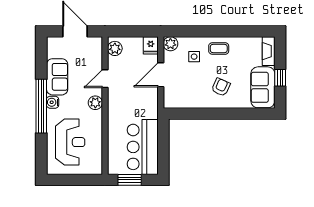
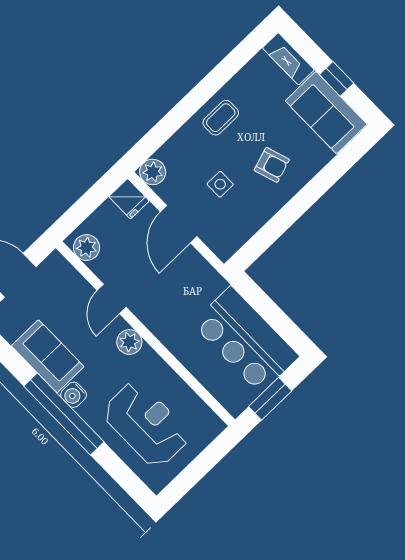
side table: (194, 57) -> (220, 184), moved
armchair: (221, 87) -> (272, 165), turned 138

